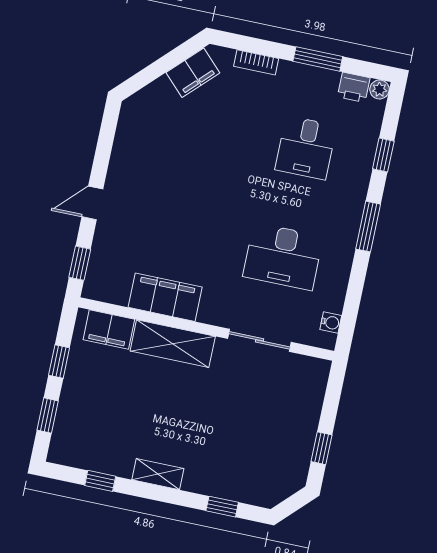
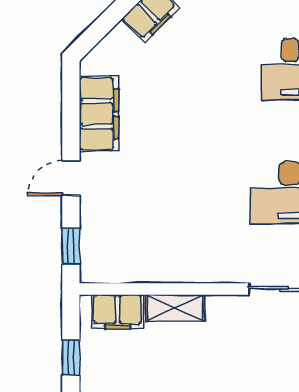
filing cabinet: (165, 297) -> (99, 114), moved, turned 90
shelving: (173, 344) -> (175, 308), width x0.67, depth x0.75

